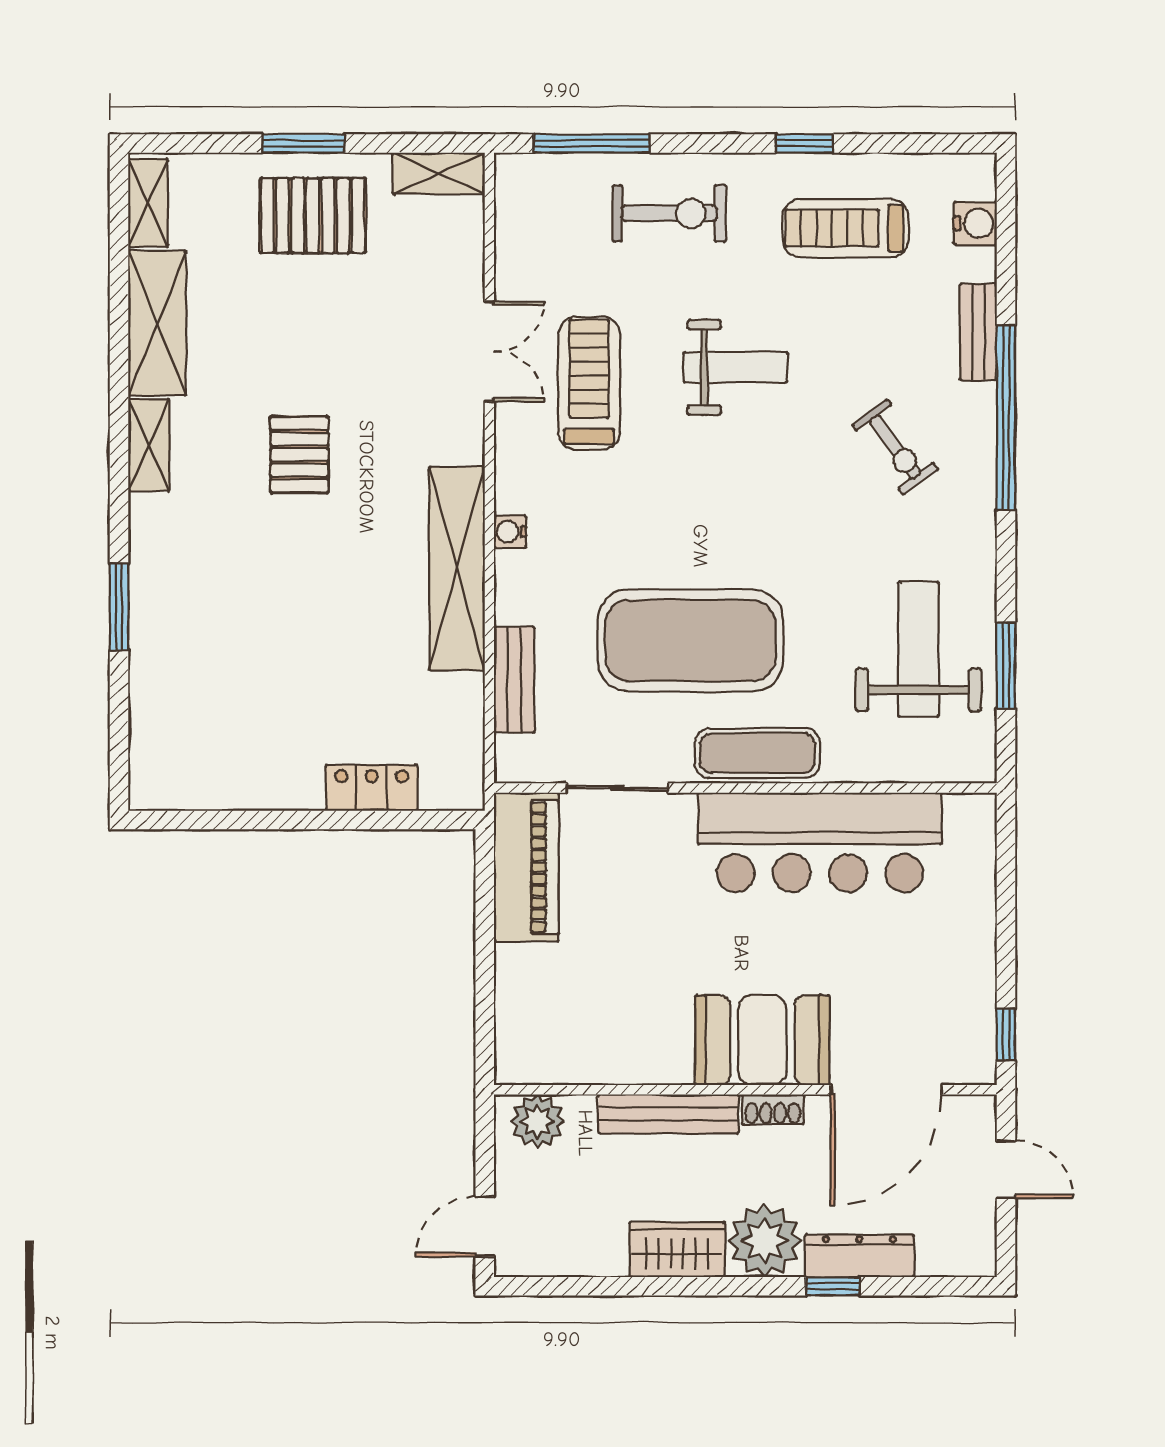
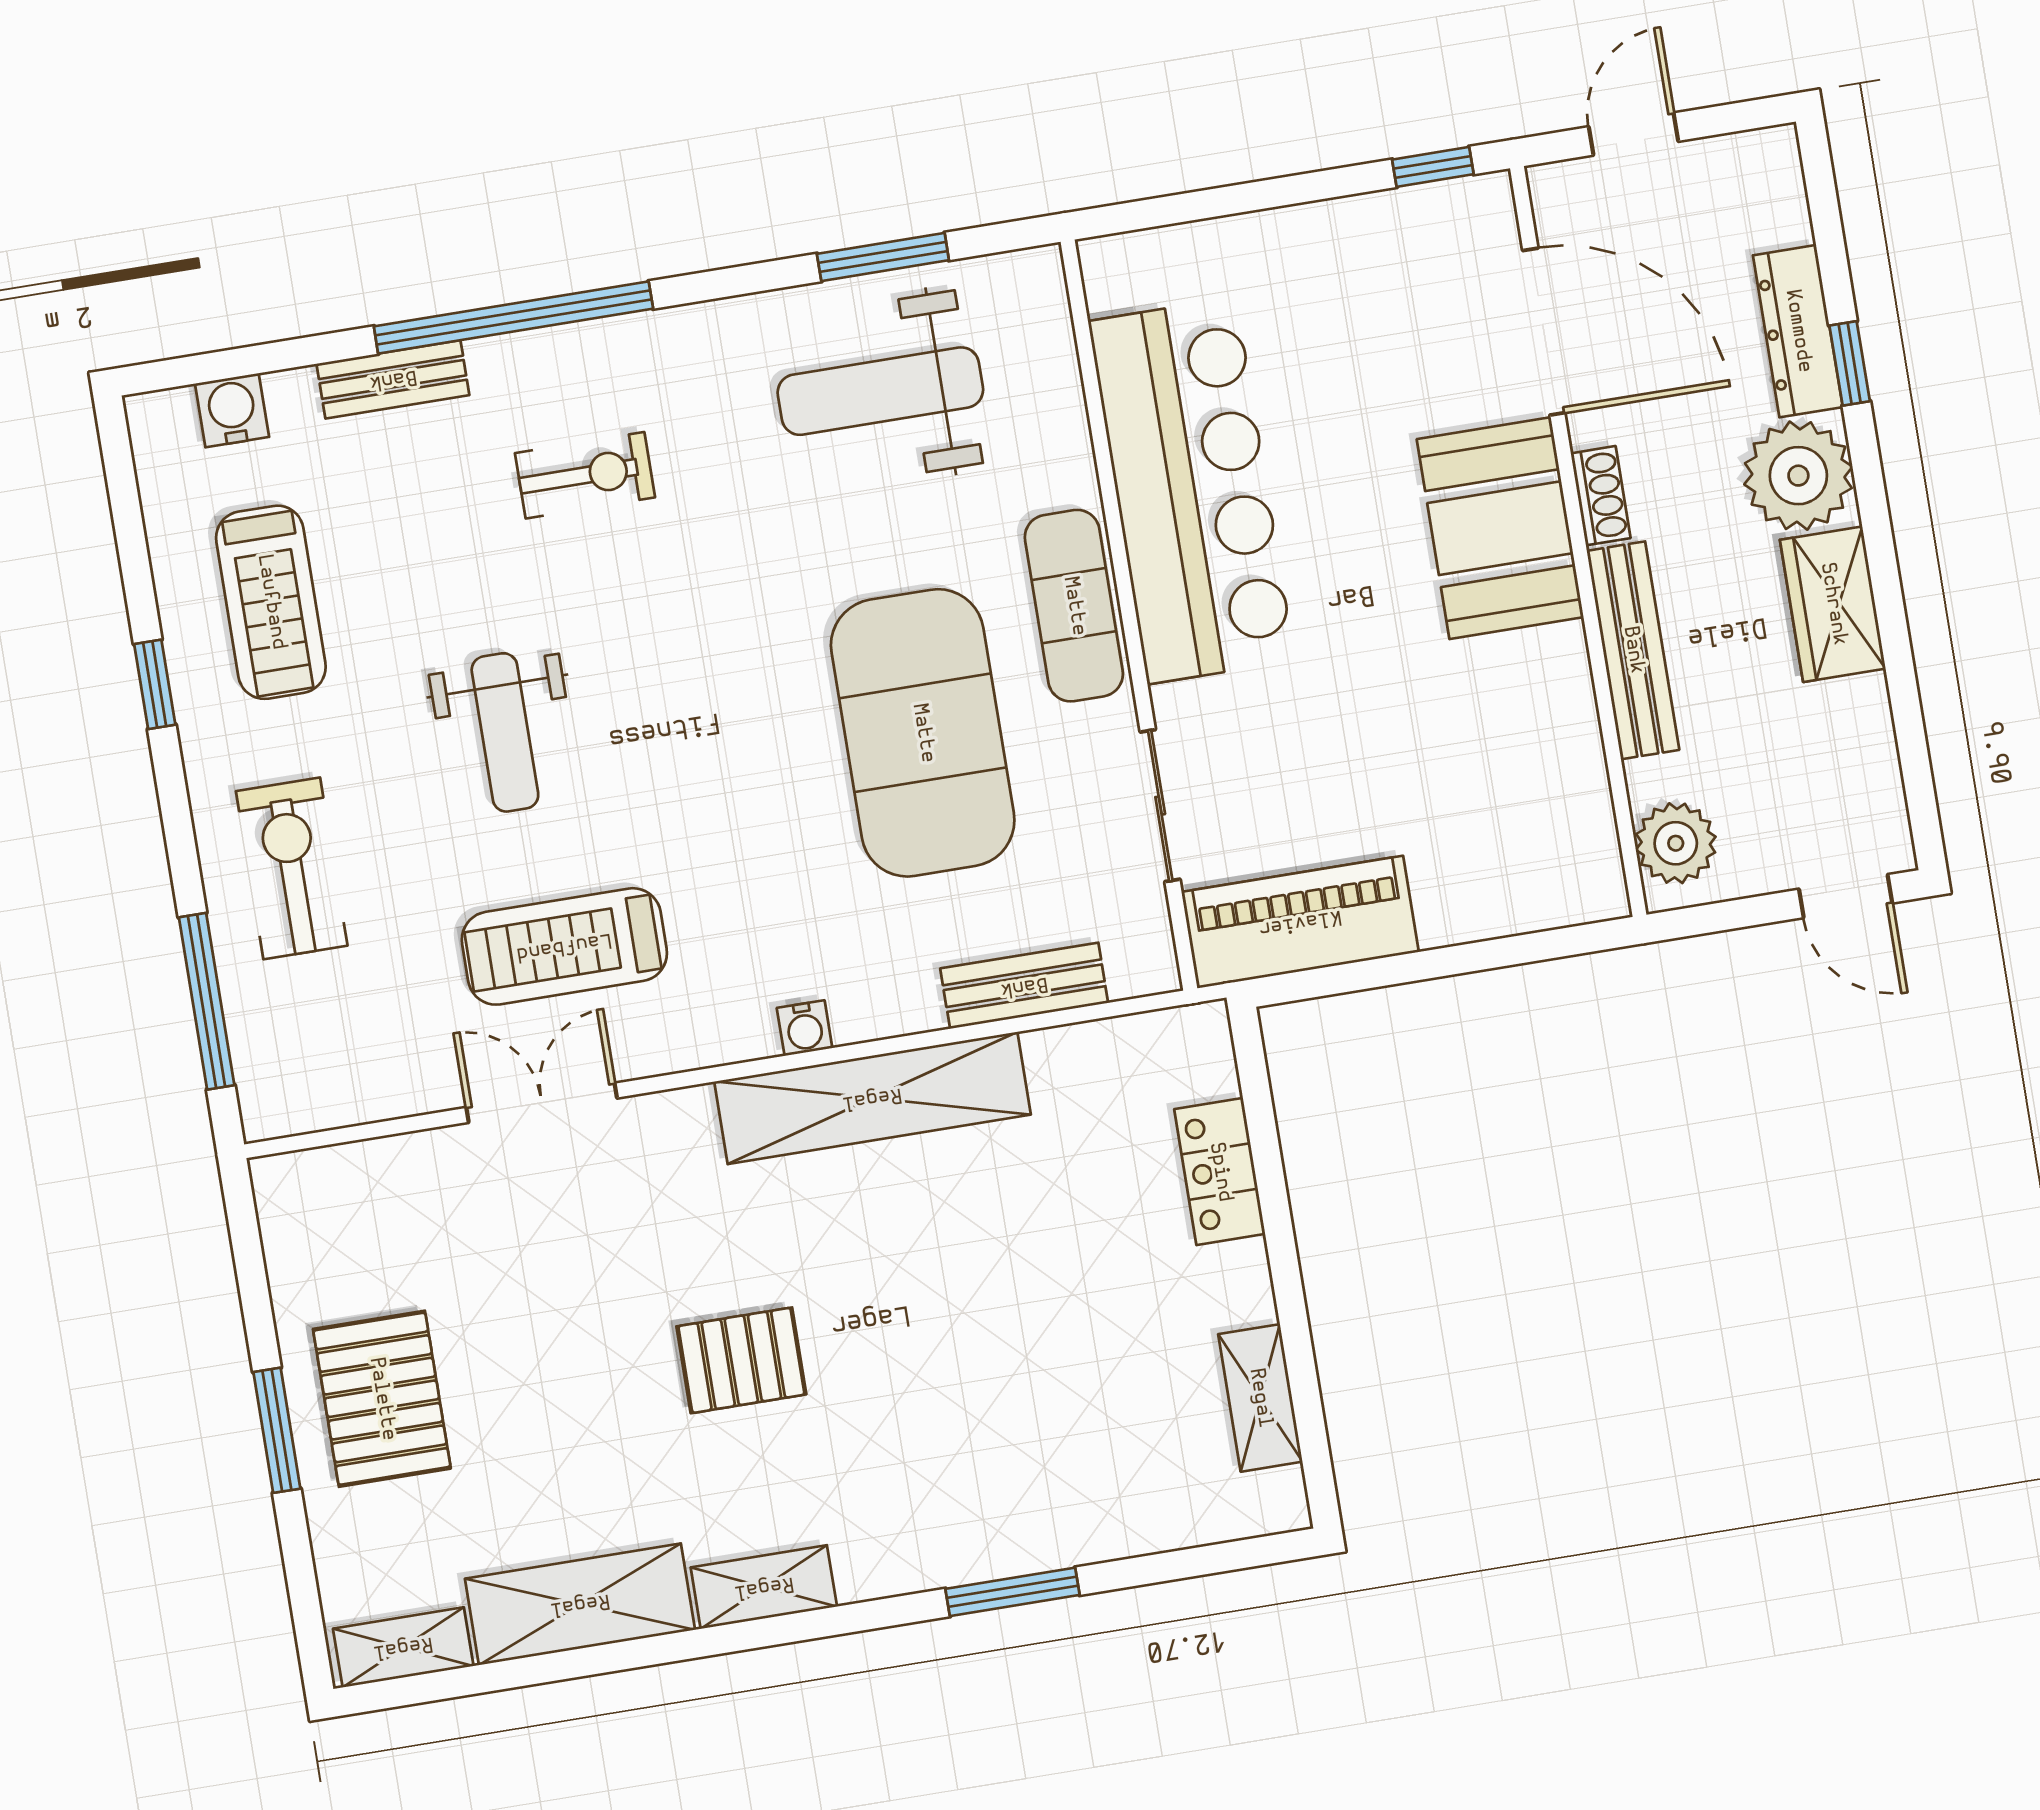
shelving: (439, 173) -> (1260, 1398), moved
weight bench: (735, 367) -> (505, 732), turned 180
exercise bike: (895, 447) -> (585, 475), turned 36

